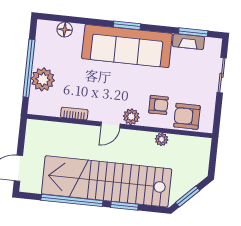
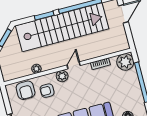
plant: (43, 79) -> (125, 62), moved
armchair: (187, 116) -> (26, 90), turned 90

